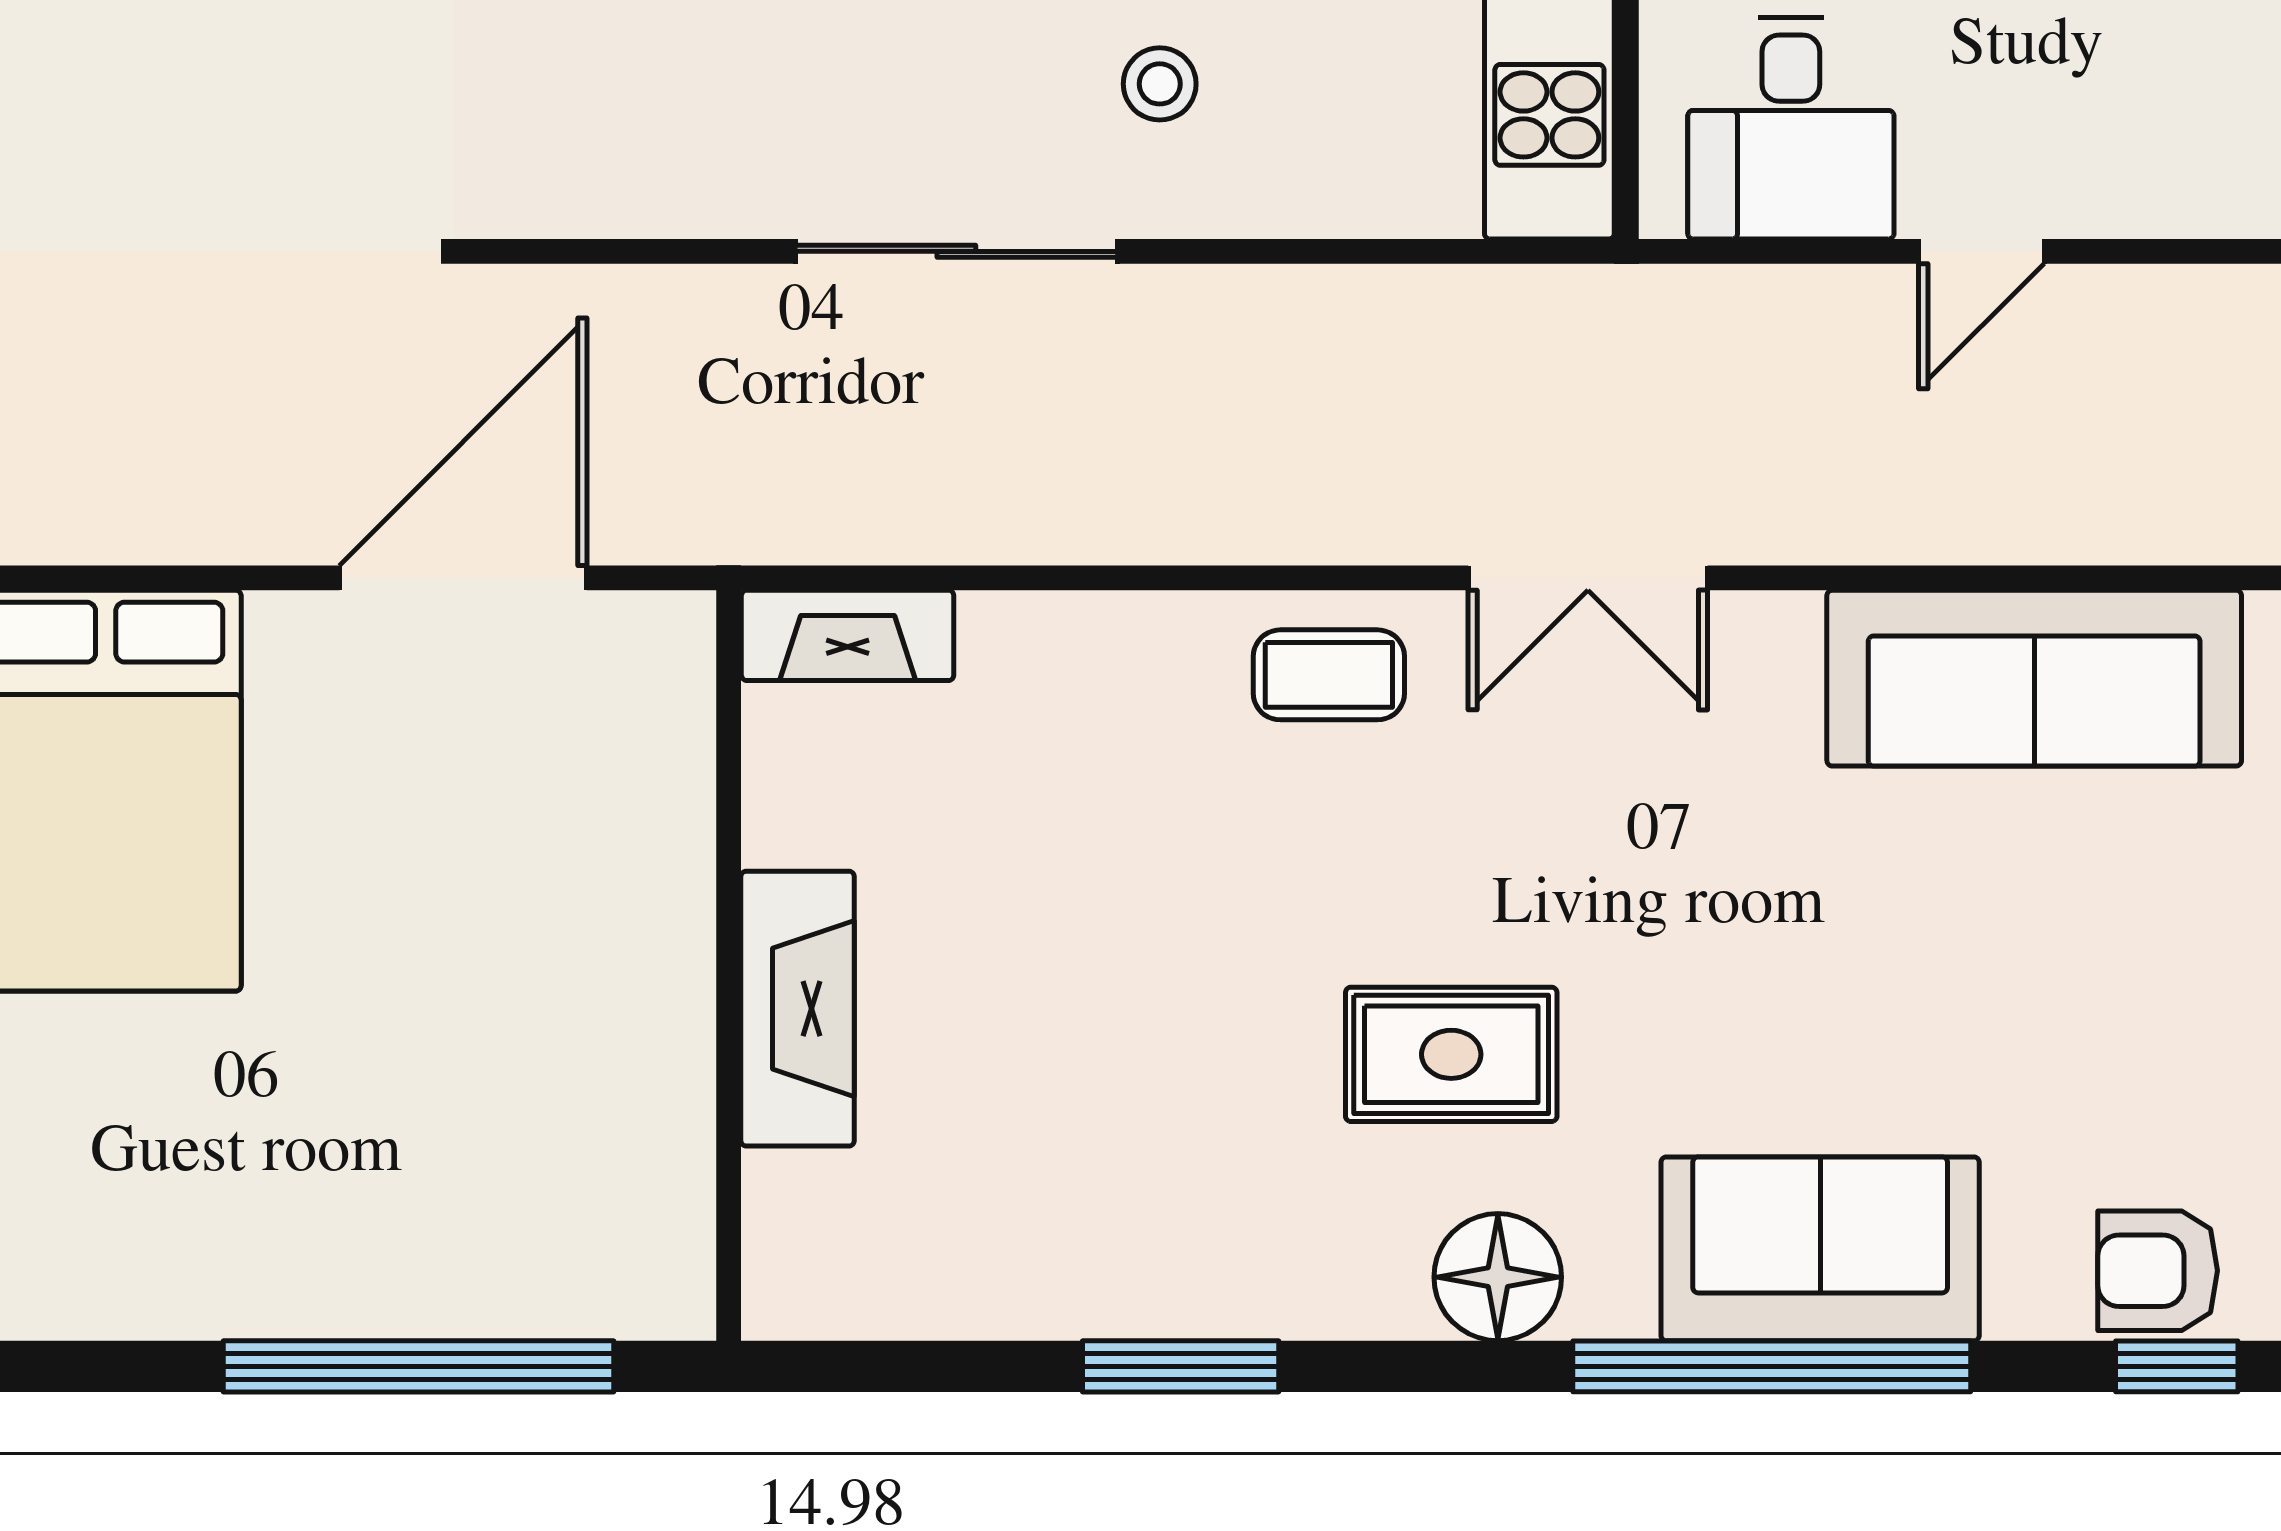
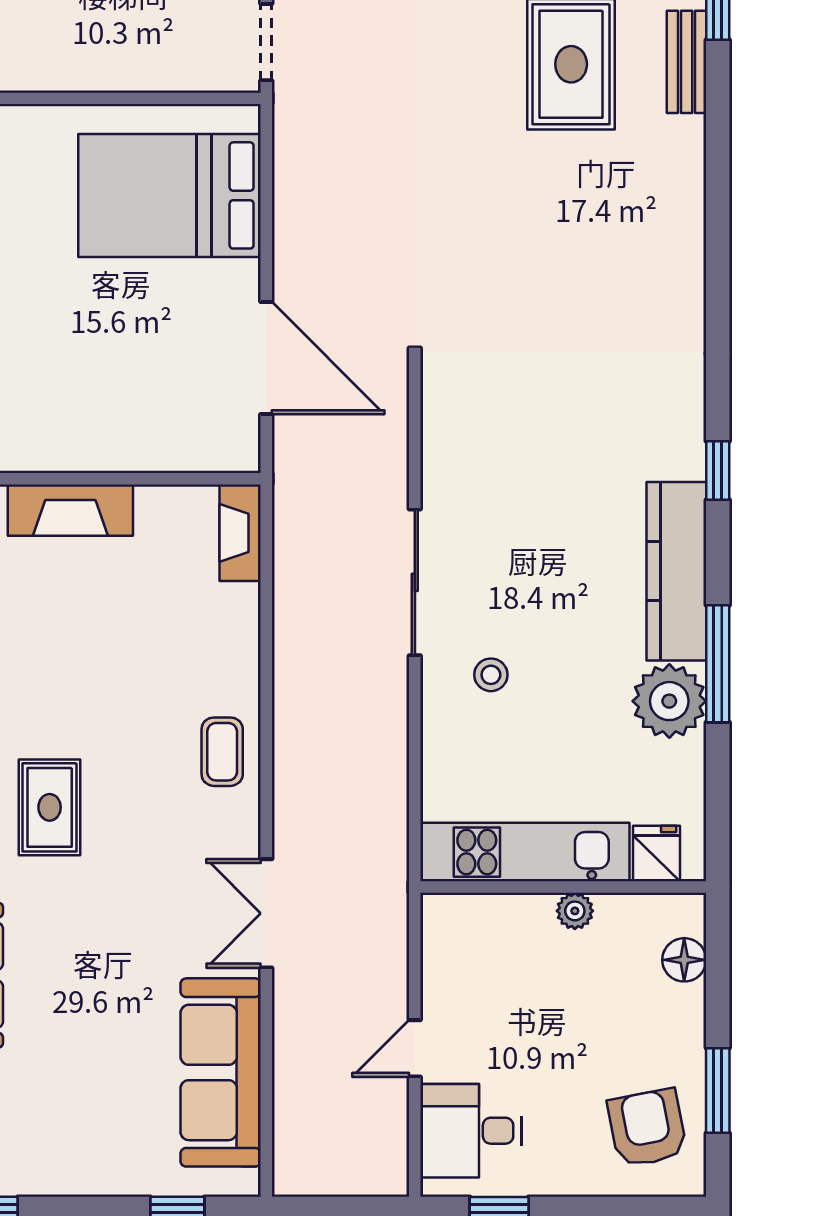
desk: (1791, 128) -> (471, 1131), moved
door: (1981, 251) -> (415, 1048), hinge flipped
double door: (1588, 578) -> (266, 913), moved

